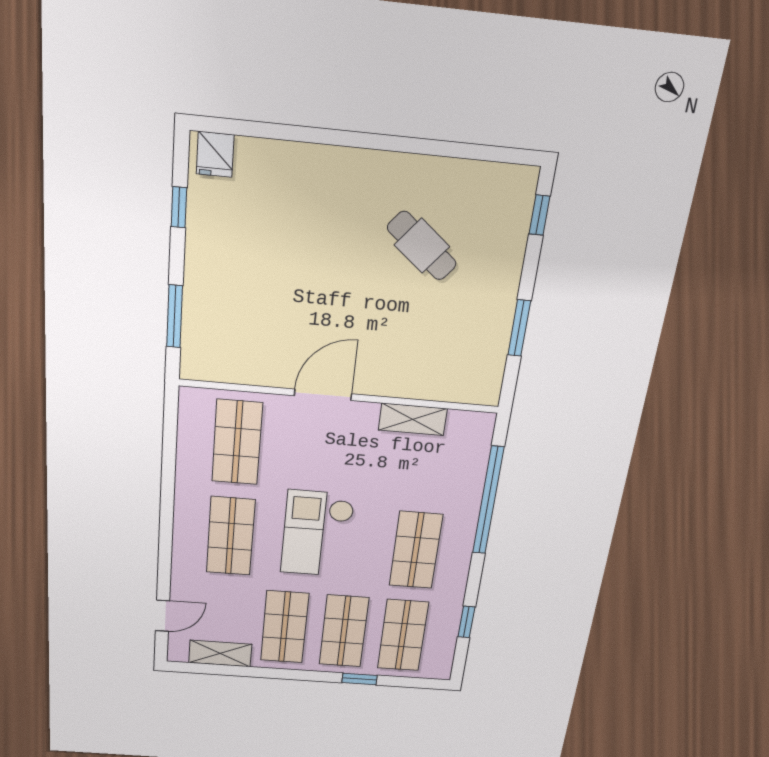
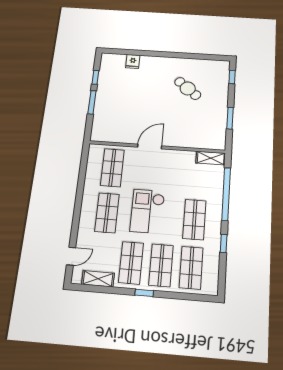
fridge: (215, 154) -> (133, 62), moved
window: (175, 316) -> (92, 102), moved
shelving: (413, 419) -> (211, 158), moved
window: (466, 622) -> (224, 244), moved
window: (360, 679) -> (144, 293), moved

